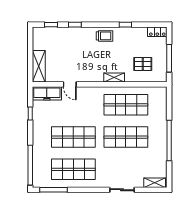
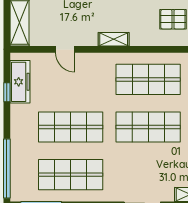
shelving: (114, 78) -> (114, 39), moved
freezer: (47, 93) -> (20, 82), moved, turned -90

